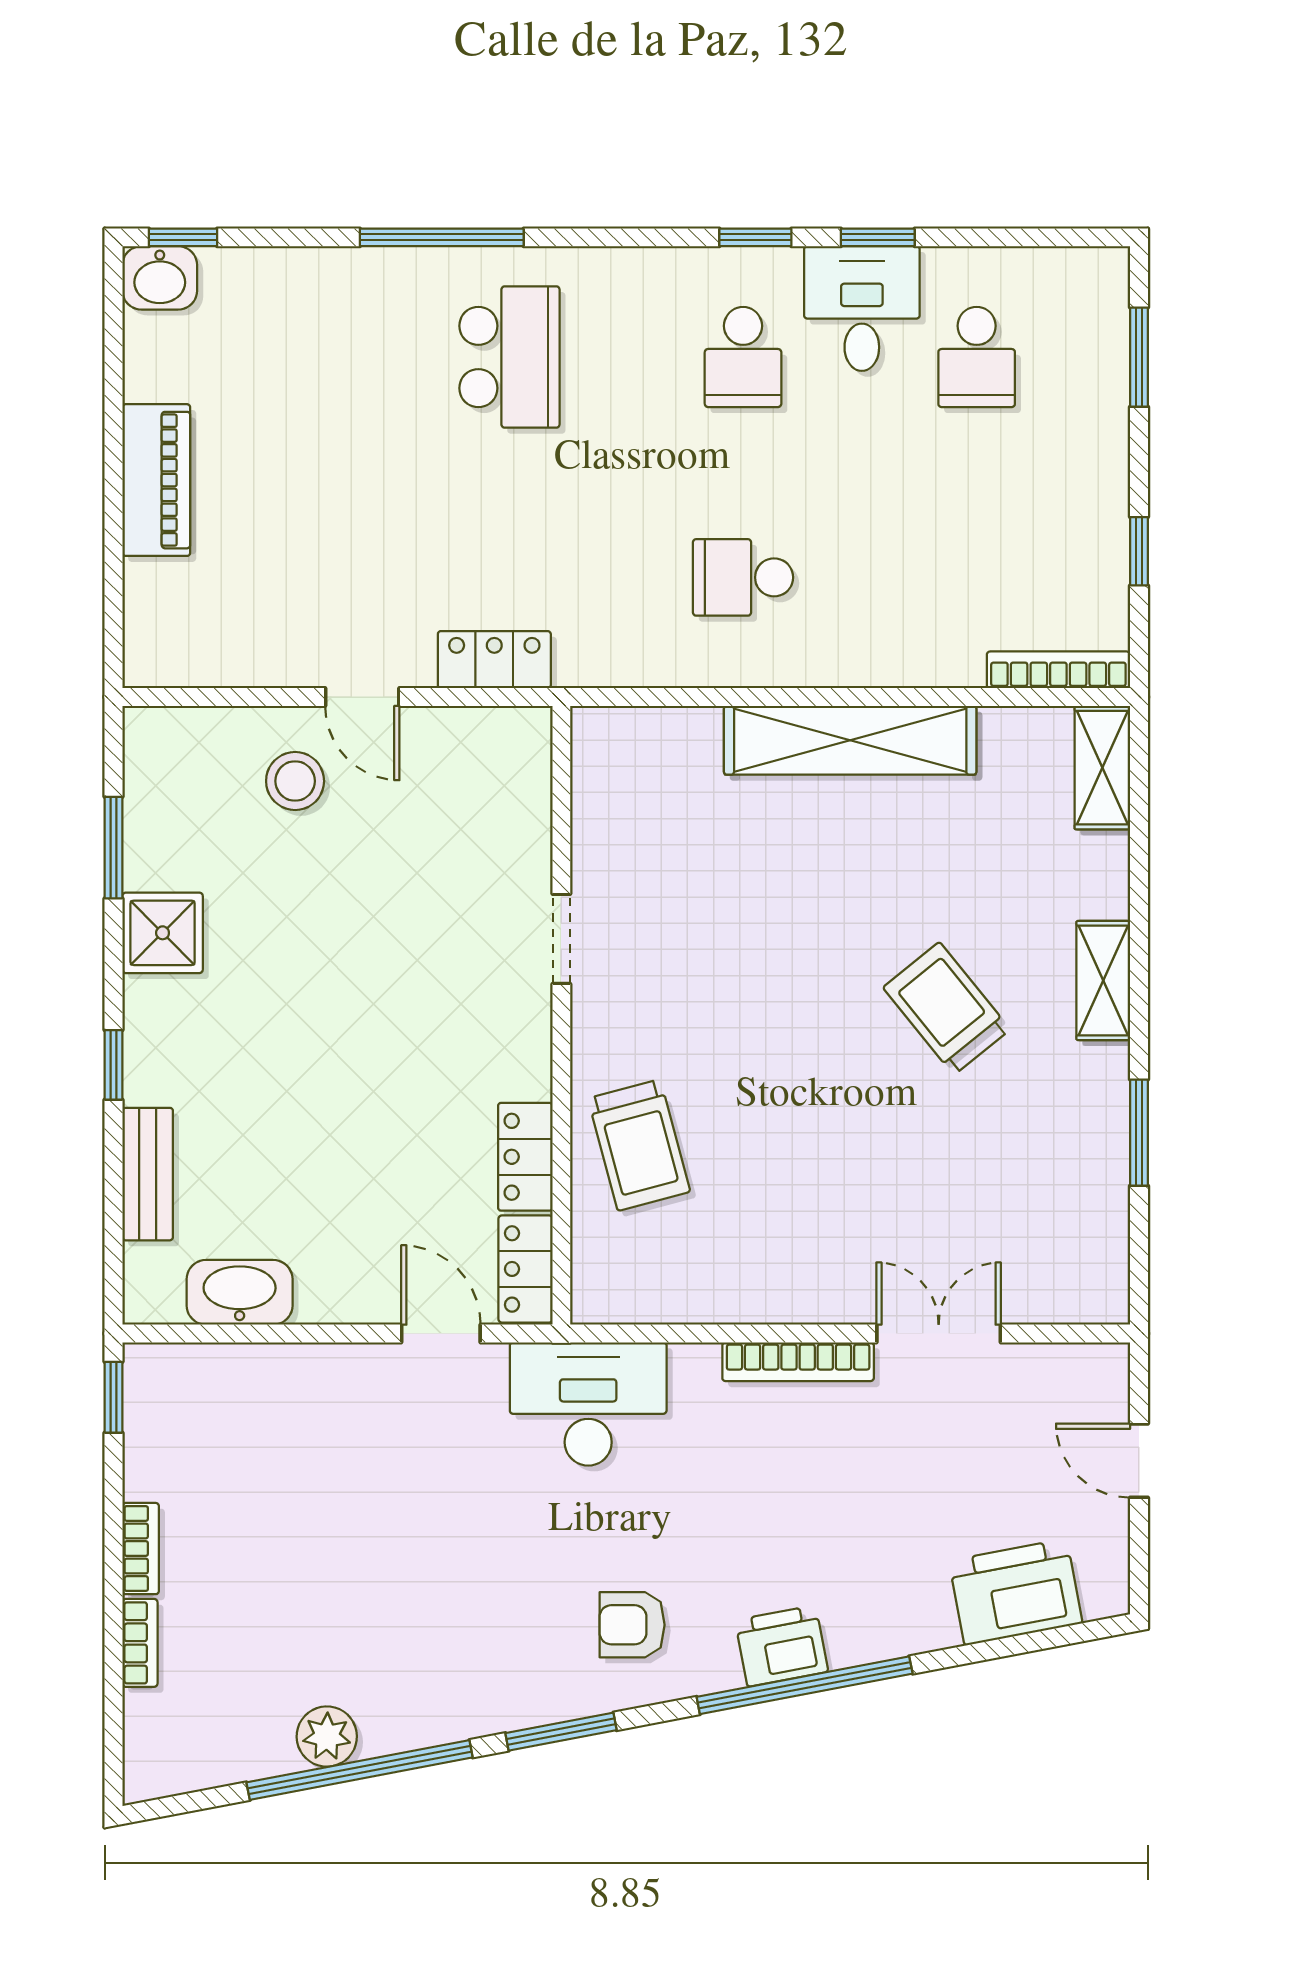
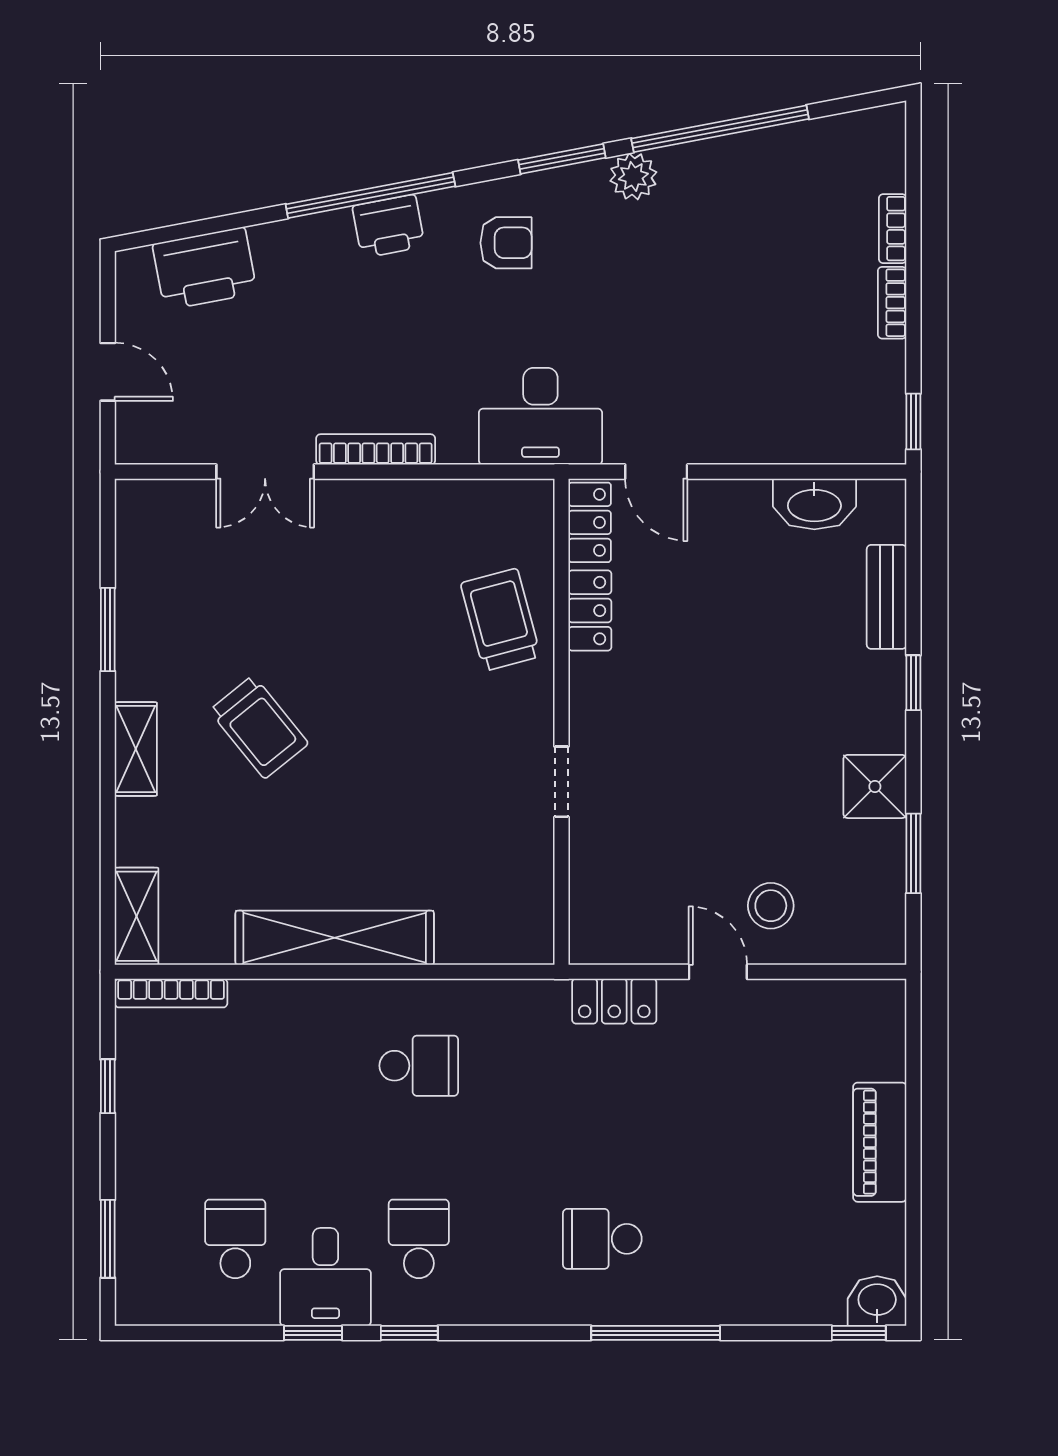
school desk: (509, 357) -> (602, 1239), width x0.54
plant: (327, 1736) -> (633, 176), moved

